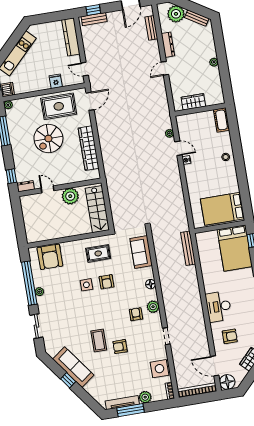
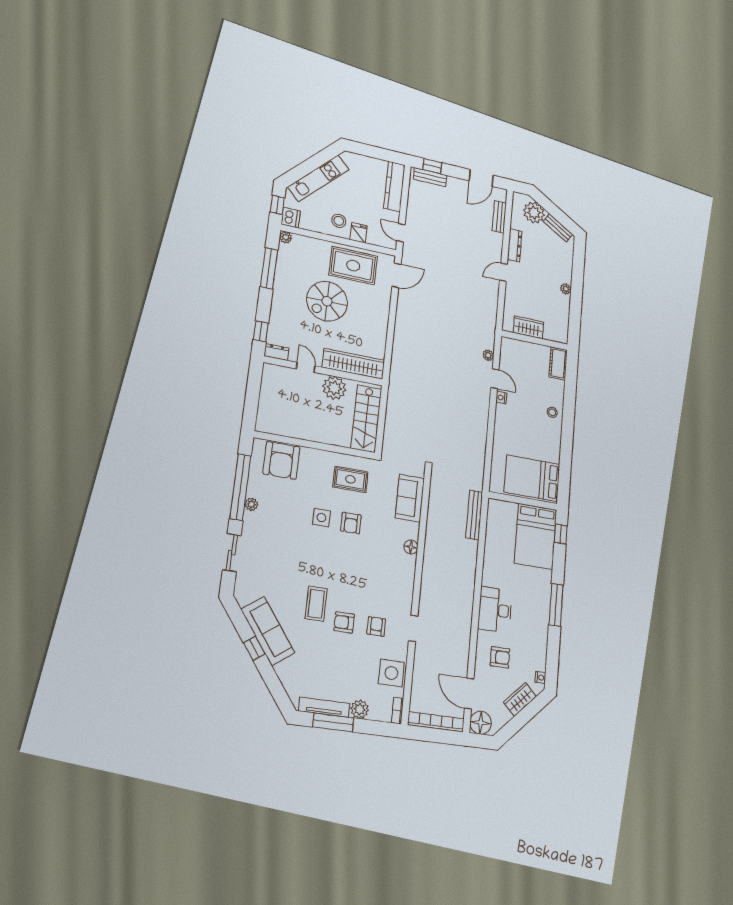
stool: (40, 78) -> (339, 221), added
wardrobe: (89, 148) -> (353, 364), moved, turned 90
plant: (153, 307) -> (406, 580), removed
armchair: (136, 314) -> (376, 626), moved

